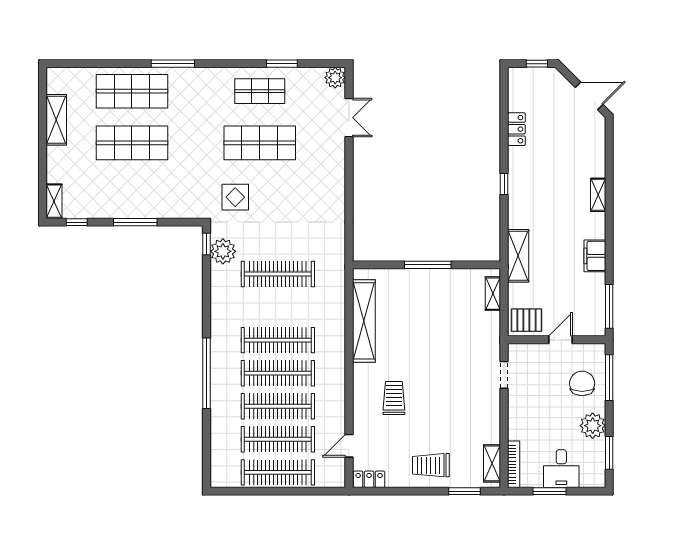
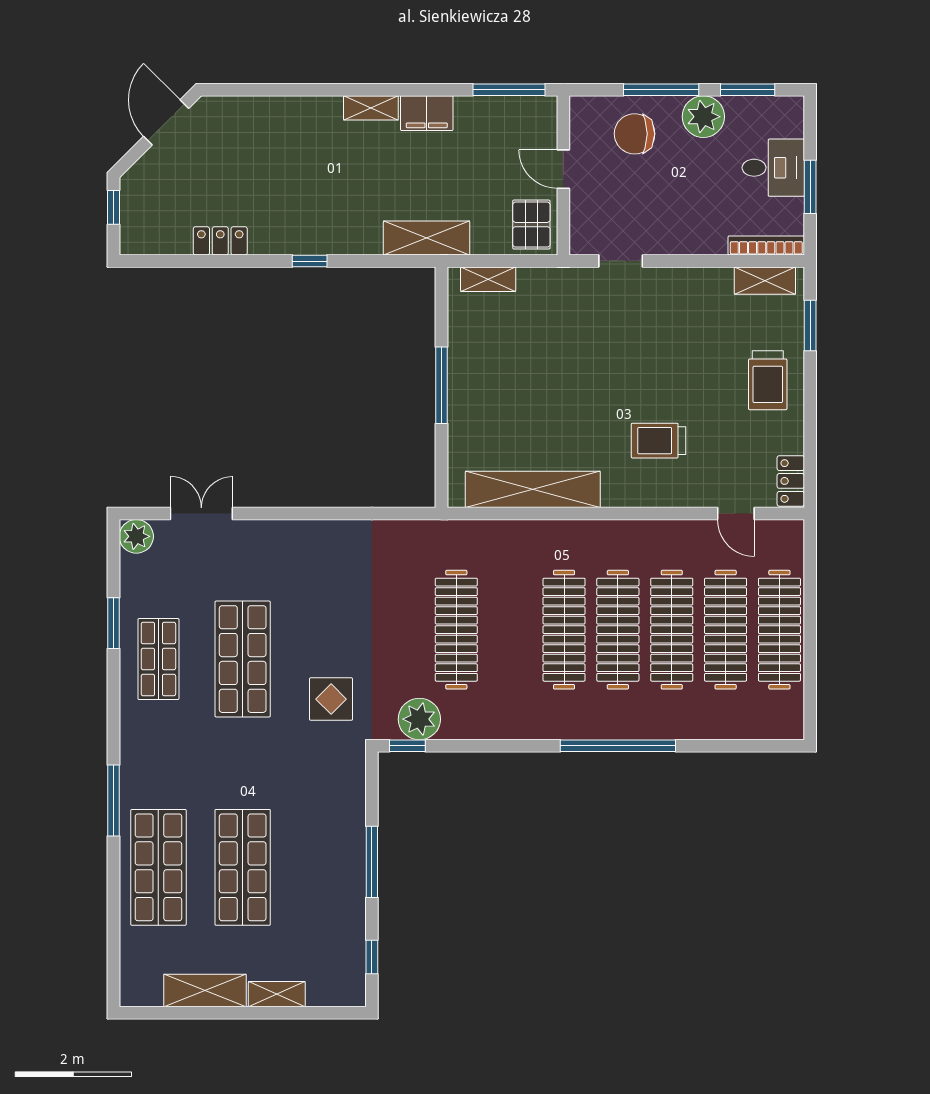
shelving: (598, 195) -> (371, 108), moved
shelving: (54, 201) -> (277, 994), moved
window: (609, 378) -> (661, 90), moved

